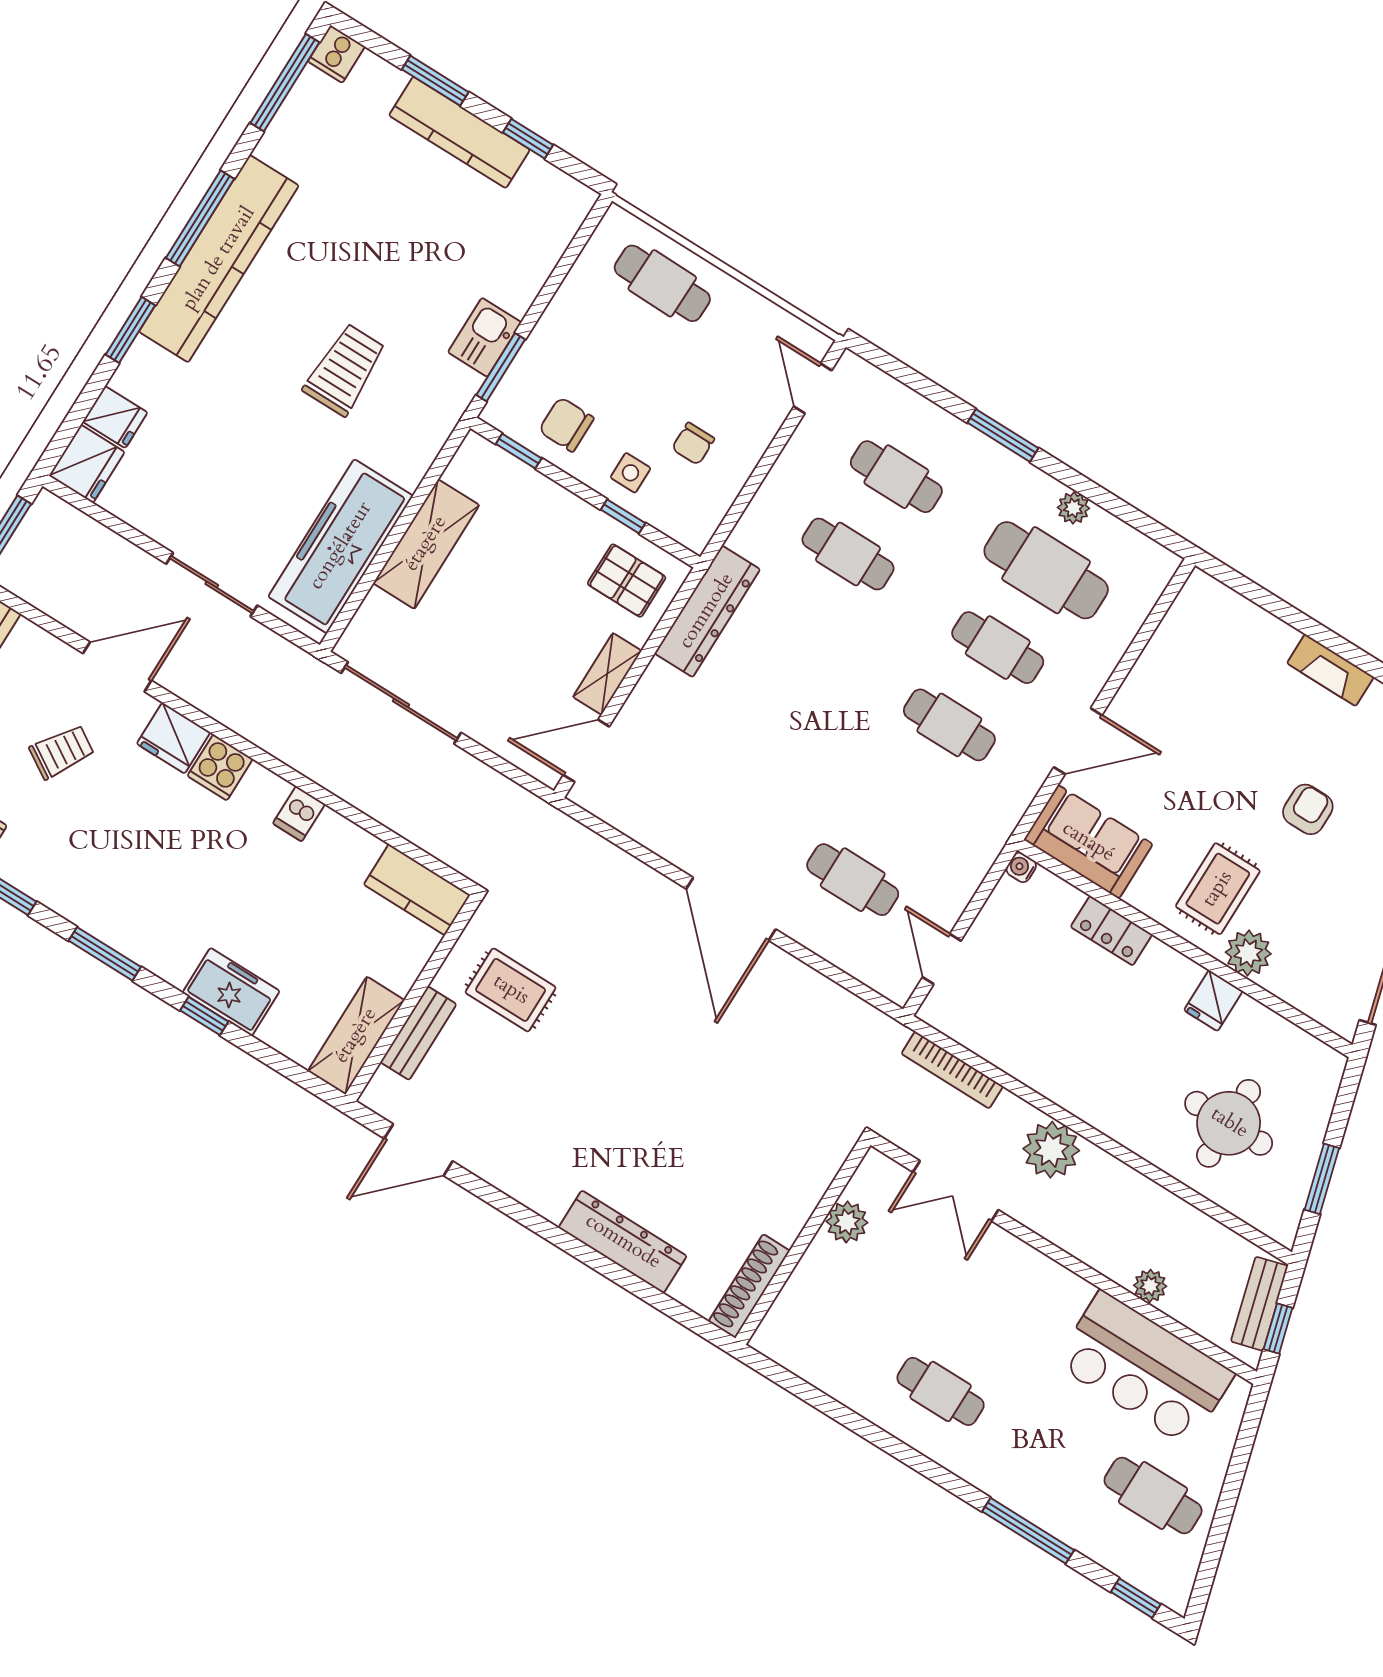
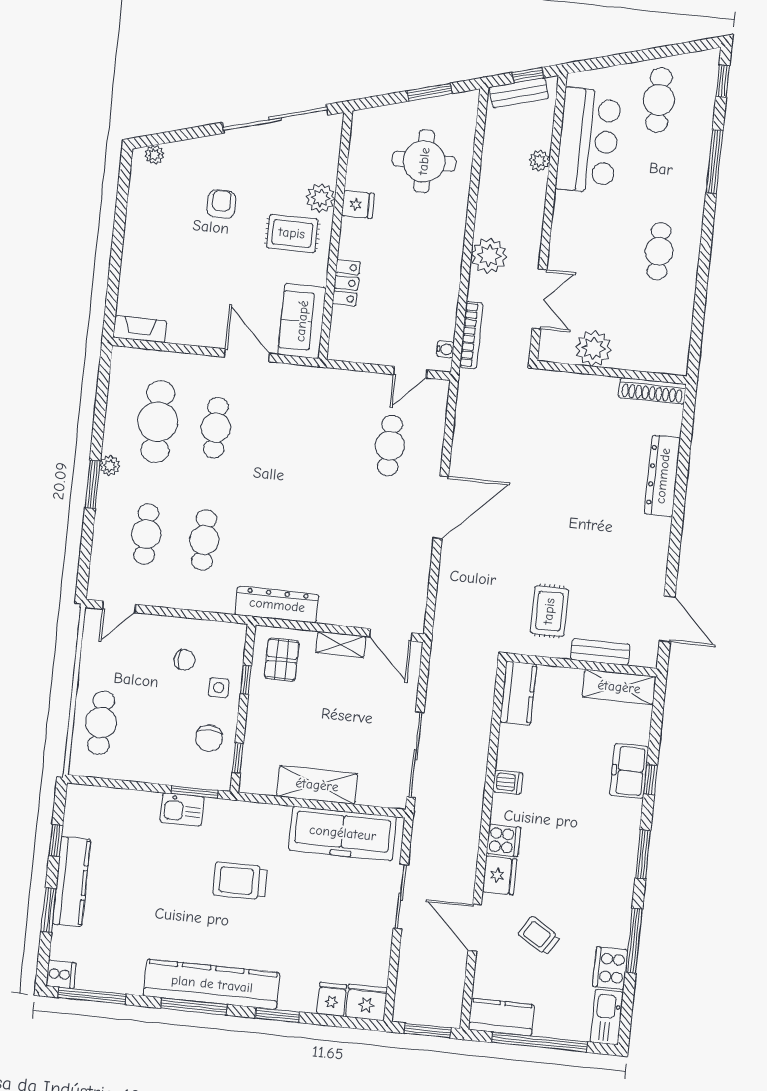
plant: (1073, 508) -> (110, 466), moved
fireplace: (1330, 670) -> (140, 329), moved, turned -90
cafe table: (949, 725) -> (274, 434), removed
armchair: (1308, 809) -> (221, 204), turned 90
water cooler: (1021, 867) -> (445, 349), moved, turned -90
plant: (847, 1222) -> (593, 348), width x1.36, depth x1.36

